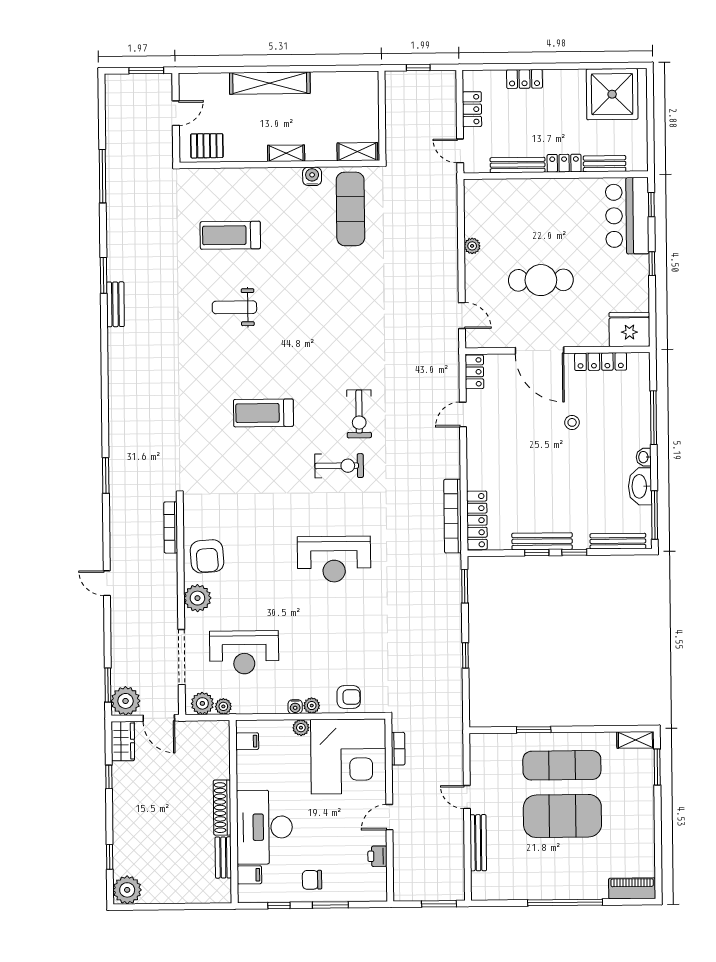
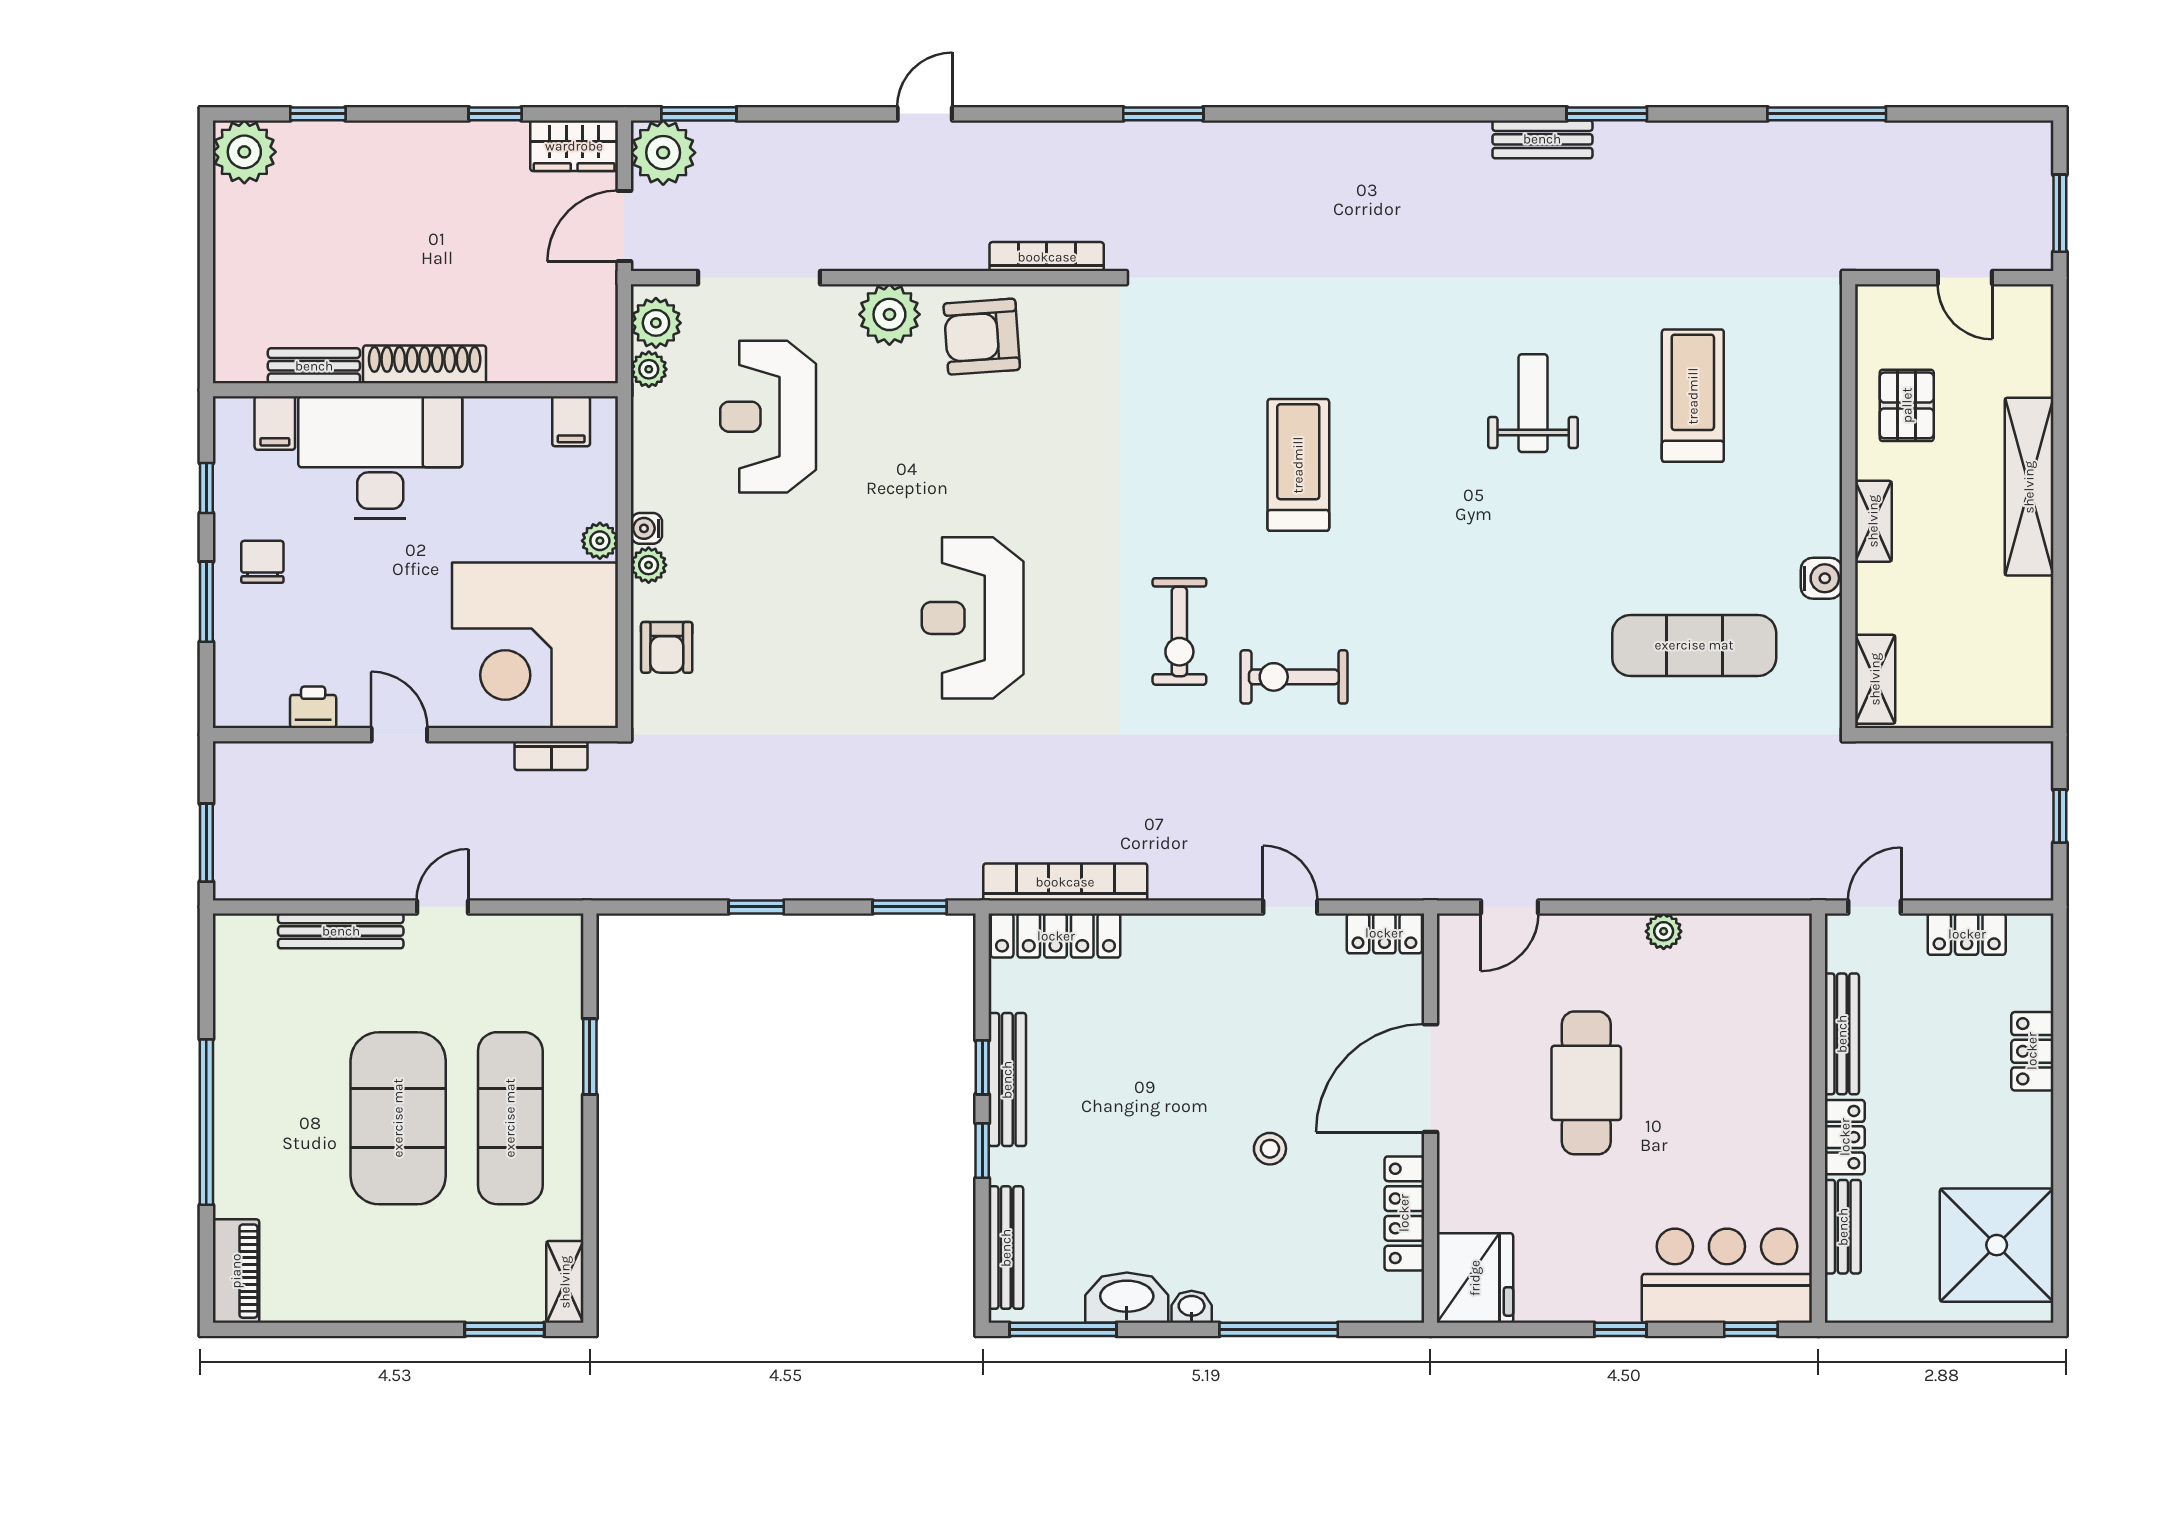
pallet: (207, 146) -> (1907, 405), moved
exercise mat: (350, 209) -> (1694, 645), moved

